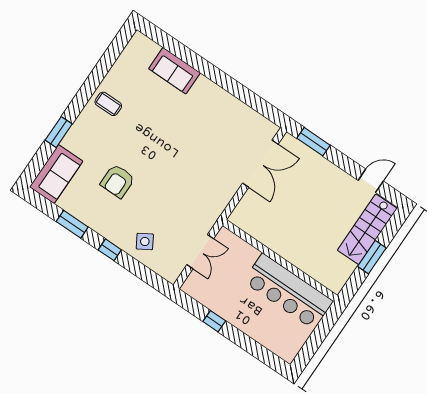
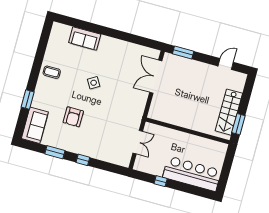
double door: (260, 164) -> (156, 77), swing flipped
stairs: (367, 229) -> (229, 112), moved
side table: (145, 241) -> (94, 83), moved
window: (372, 257) -> (238, 124), moved
bar counter: (288, 291) -> (192, 174), moved, turned 180

